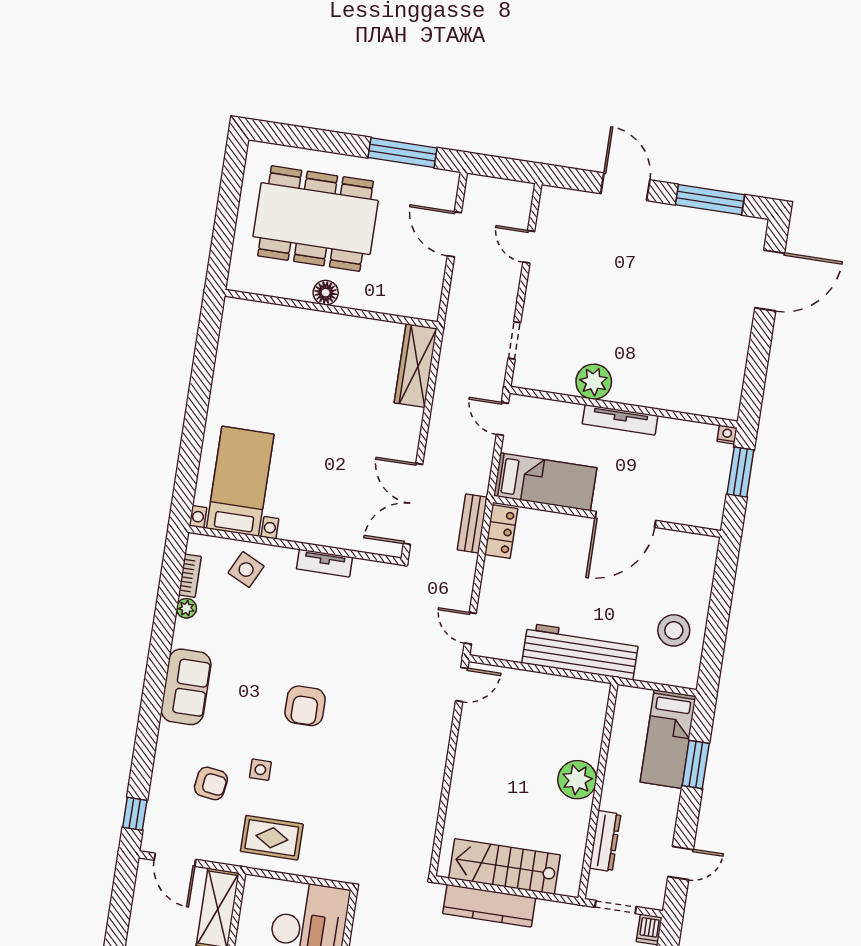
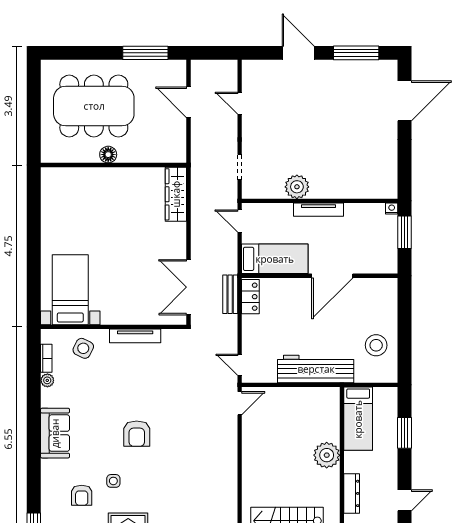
tv unit: (324, 563) -> (135, 336), width x1.41
bed: (668, 739) -> (358, 419), moved
armchair: (211, 783) -> (82, 495), turned 82

